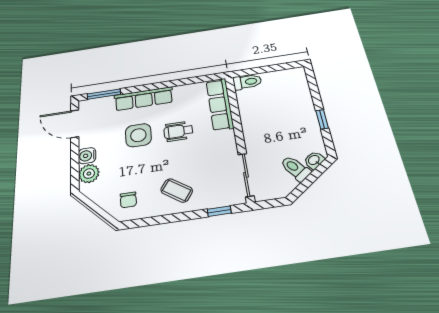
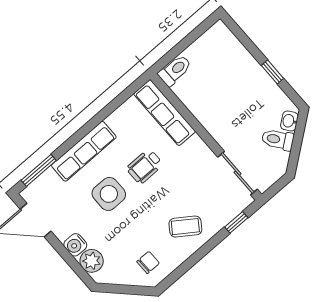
chair: (128, 200) -> (148, 262), turned -90

